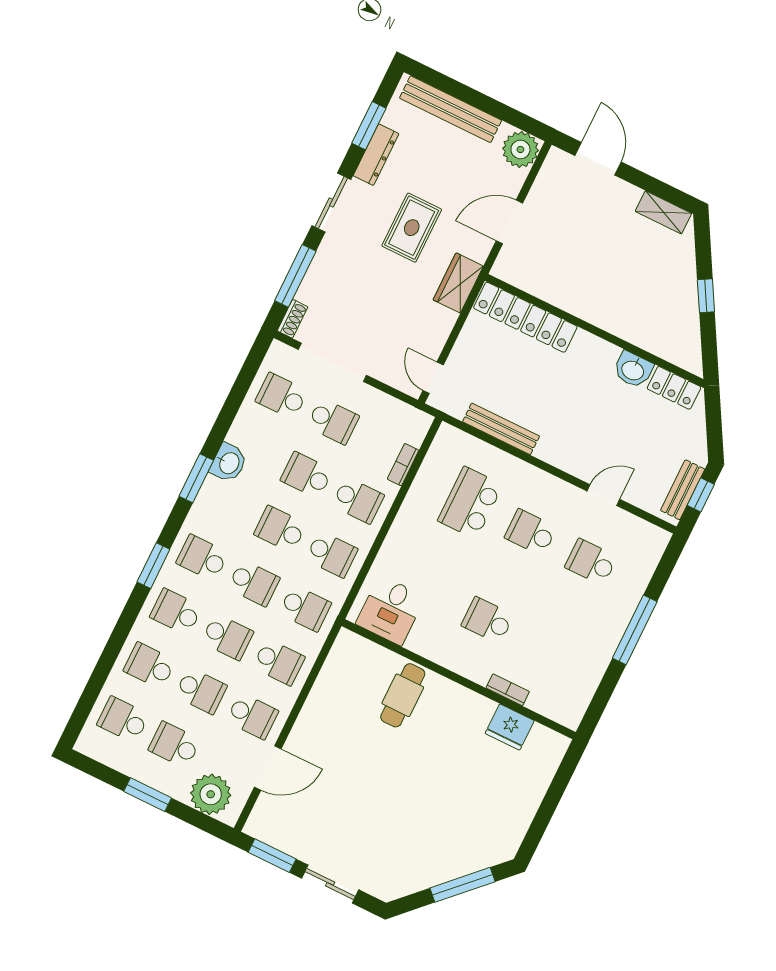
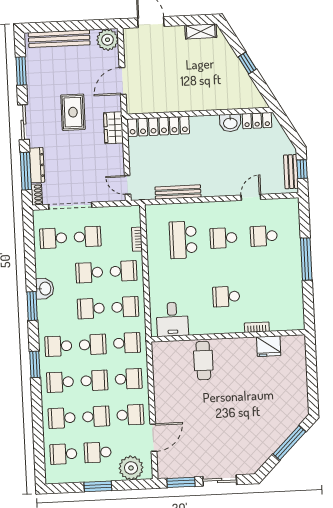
dresser: (376, 155) -> (37, 165), moved

